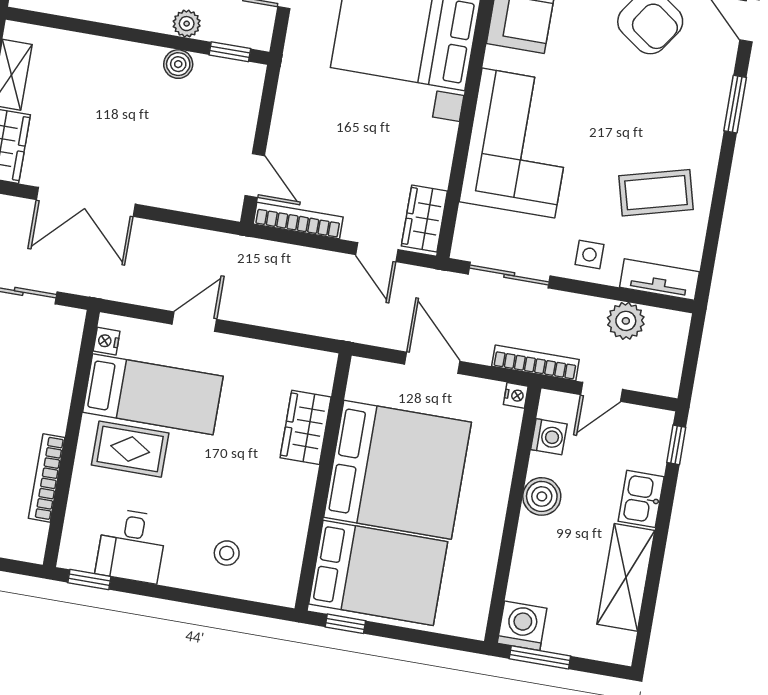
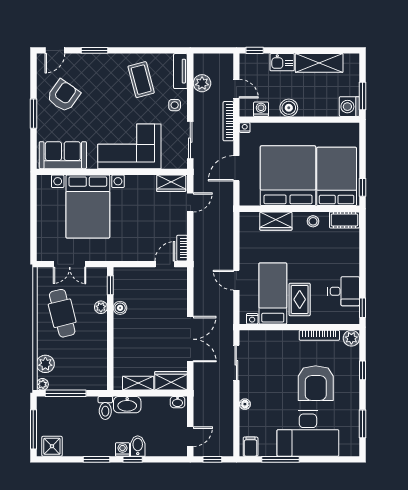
bookcase: (298, 220) -> (182, 248), width x0.64
plant: (29, 545) -> (351, 338), added
stool: (227, 553) -> (313, 221), moved
cot: (283, 574) -> (344, 220), added

